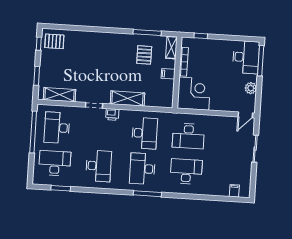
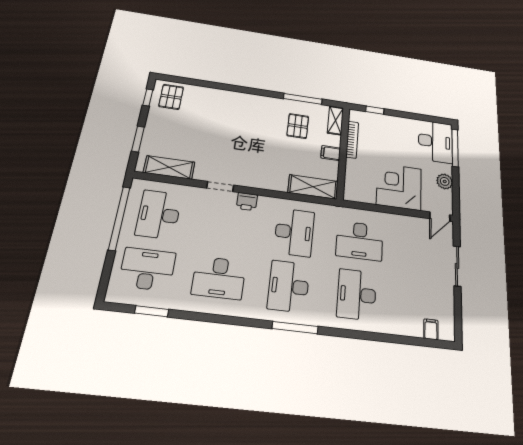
pallet: (54, 41) -> (171, 97), turned 90
corner desk: (194, 94) -> (399, 187), moved, turned -90
shelving: (127, 98) -> (313, 187), moved
desk: (99, 166) -> (219, 278), turned 90
desk: (186, 171) -> (357, 294), turned -90

